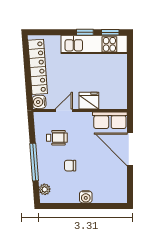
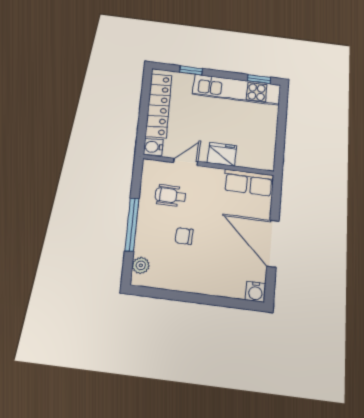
window: (85, 32) -> (191, 70), moved
wheelchair: (57, 138) -> (170, 196), turned 180
door: (130, 149) -> (273, 243), moved
water cooler: (86, 197) -> (255, 292), moved

